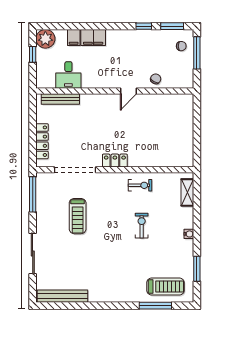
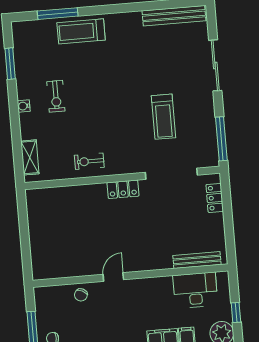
desk: (68, 75) -> (195, 290), width x1.37
locker: (42, 141) -> (215, 198), width x0.66
treadmill: (78, 216) -> (163, 117), turned 180
exercise bike: (142, 226) -> (56, 96), moved
treadmill: (165, 287) -> (81, 31), moved

